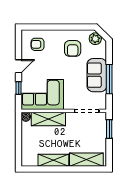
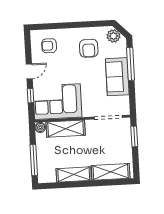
window: (109, 79) -> (130, 64), moved
window: (19, 145) -> (34, 160), added

